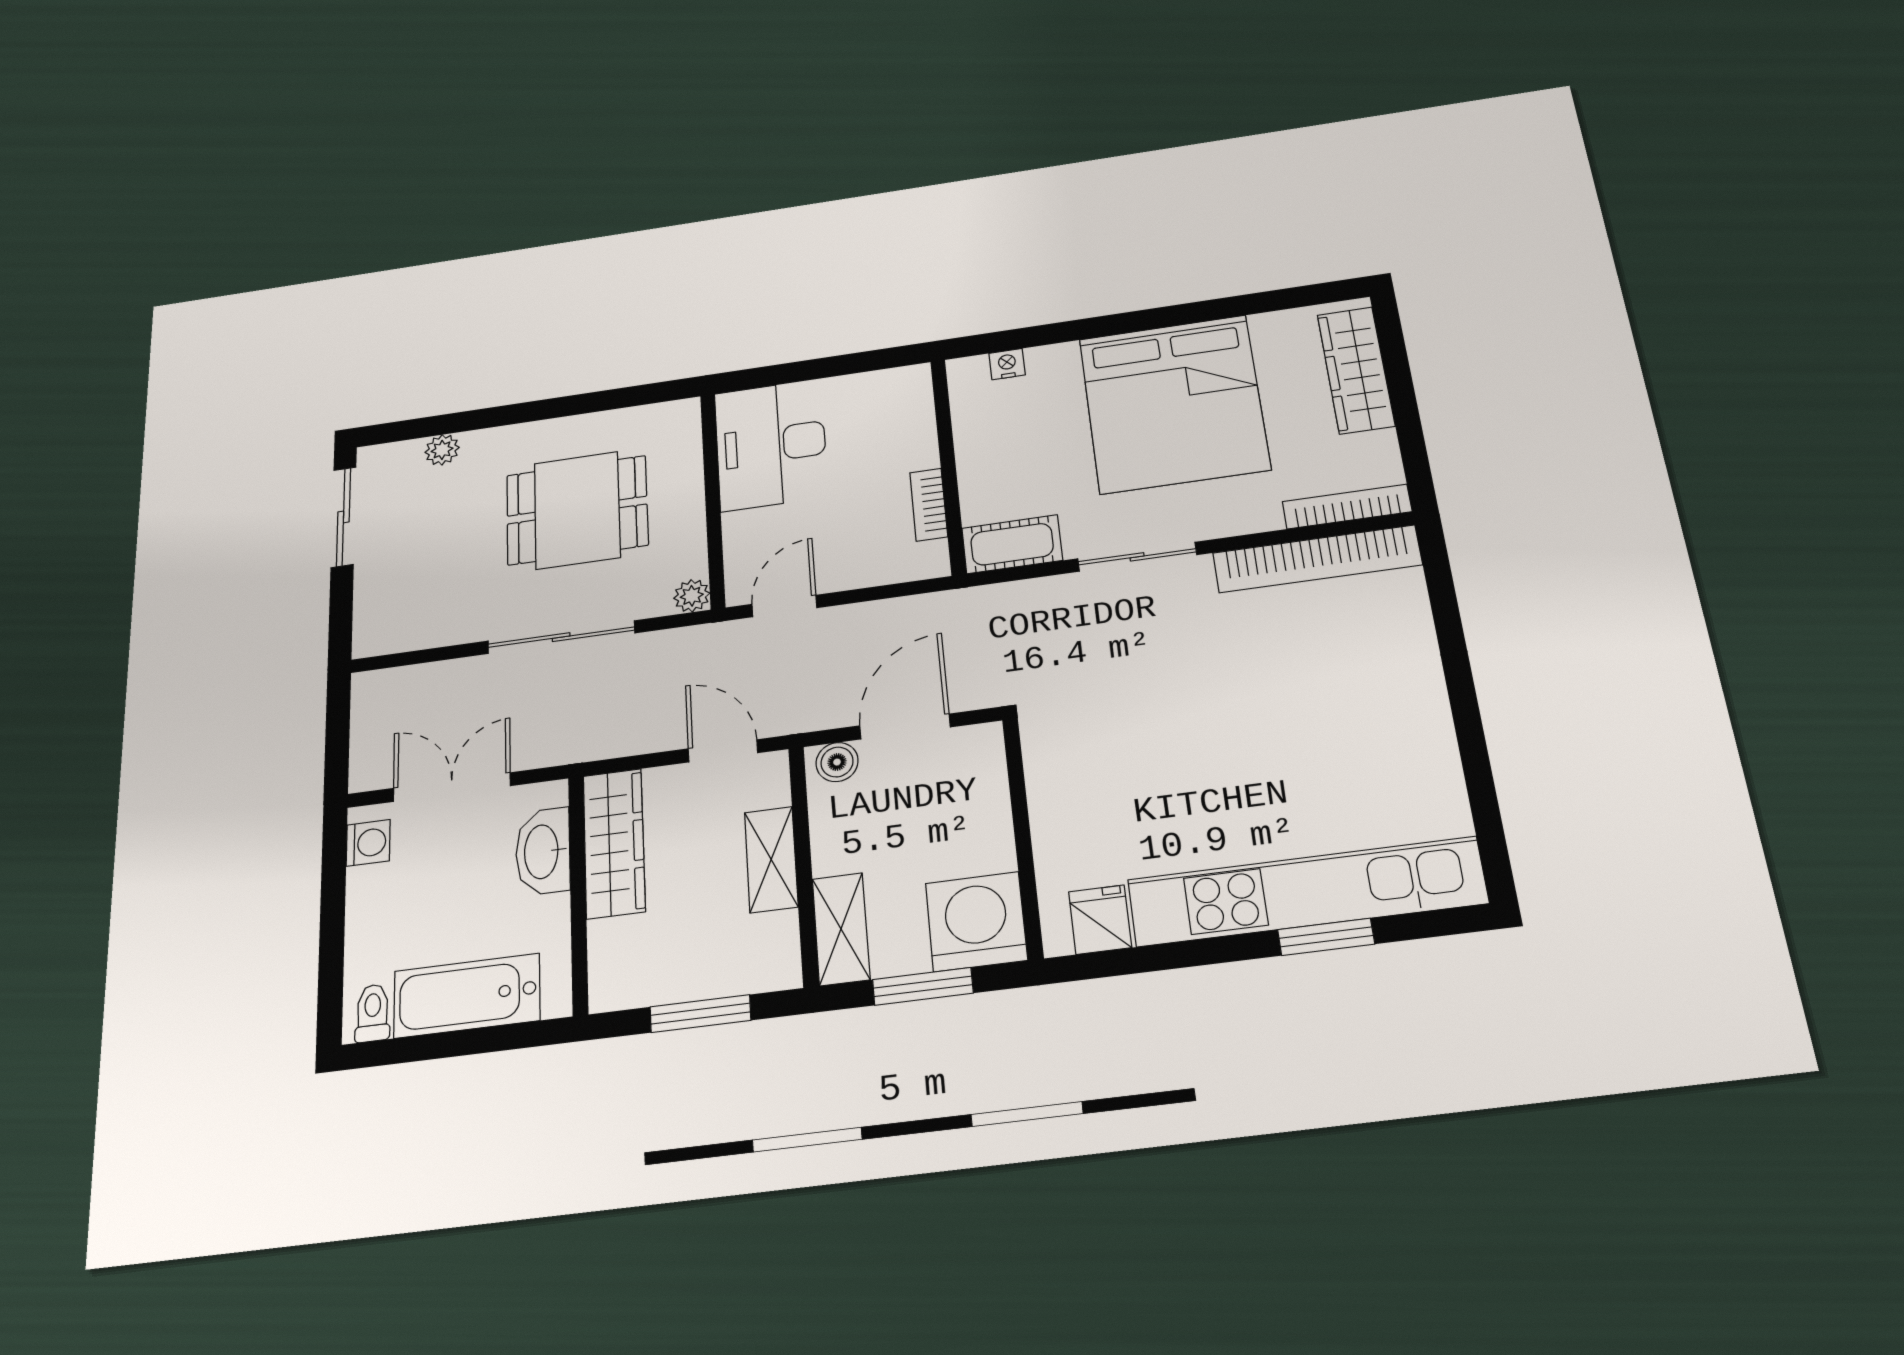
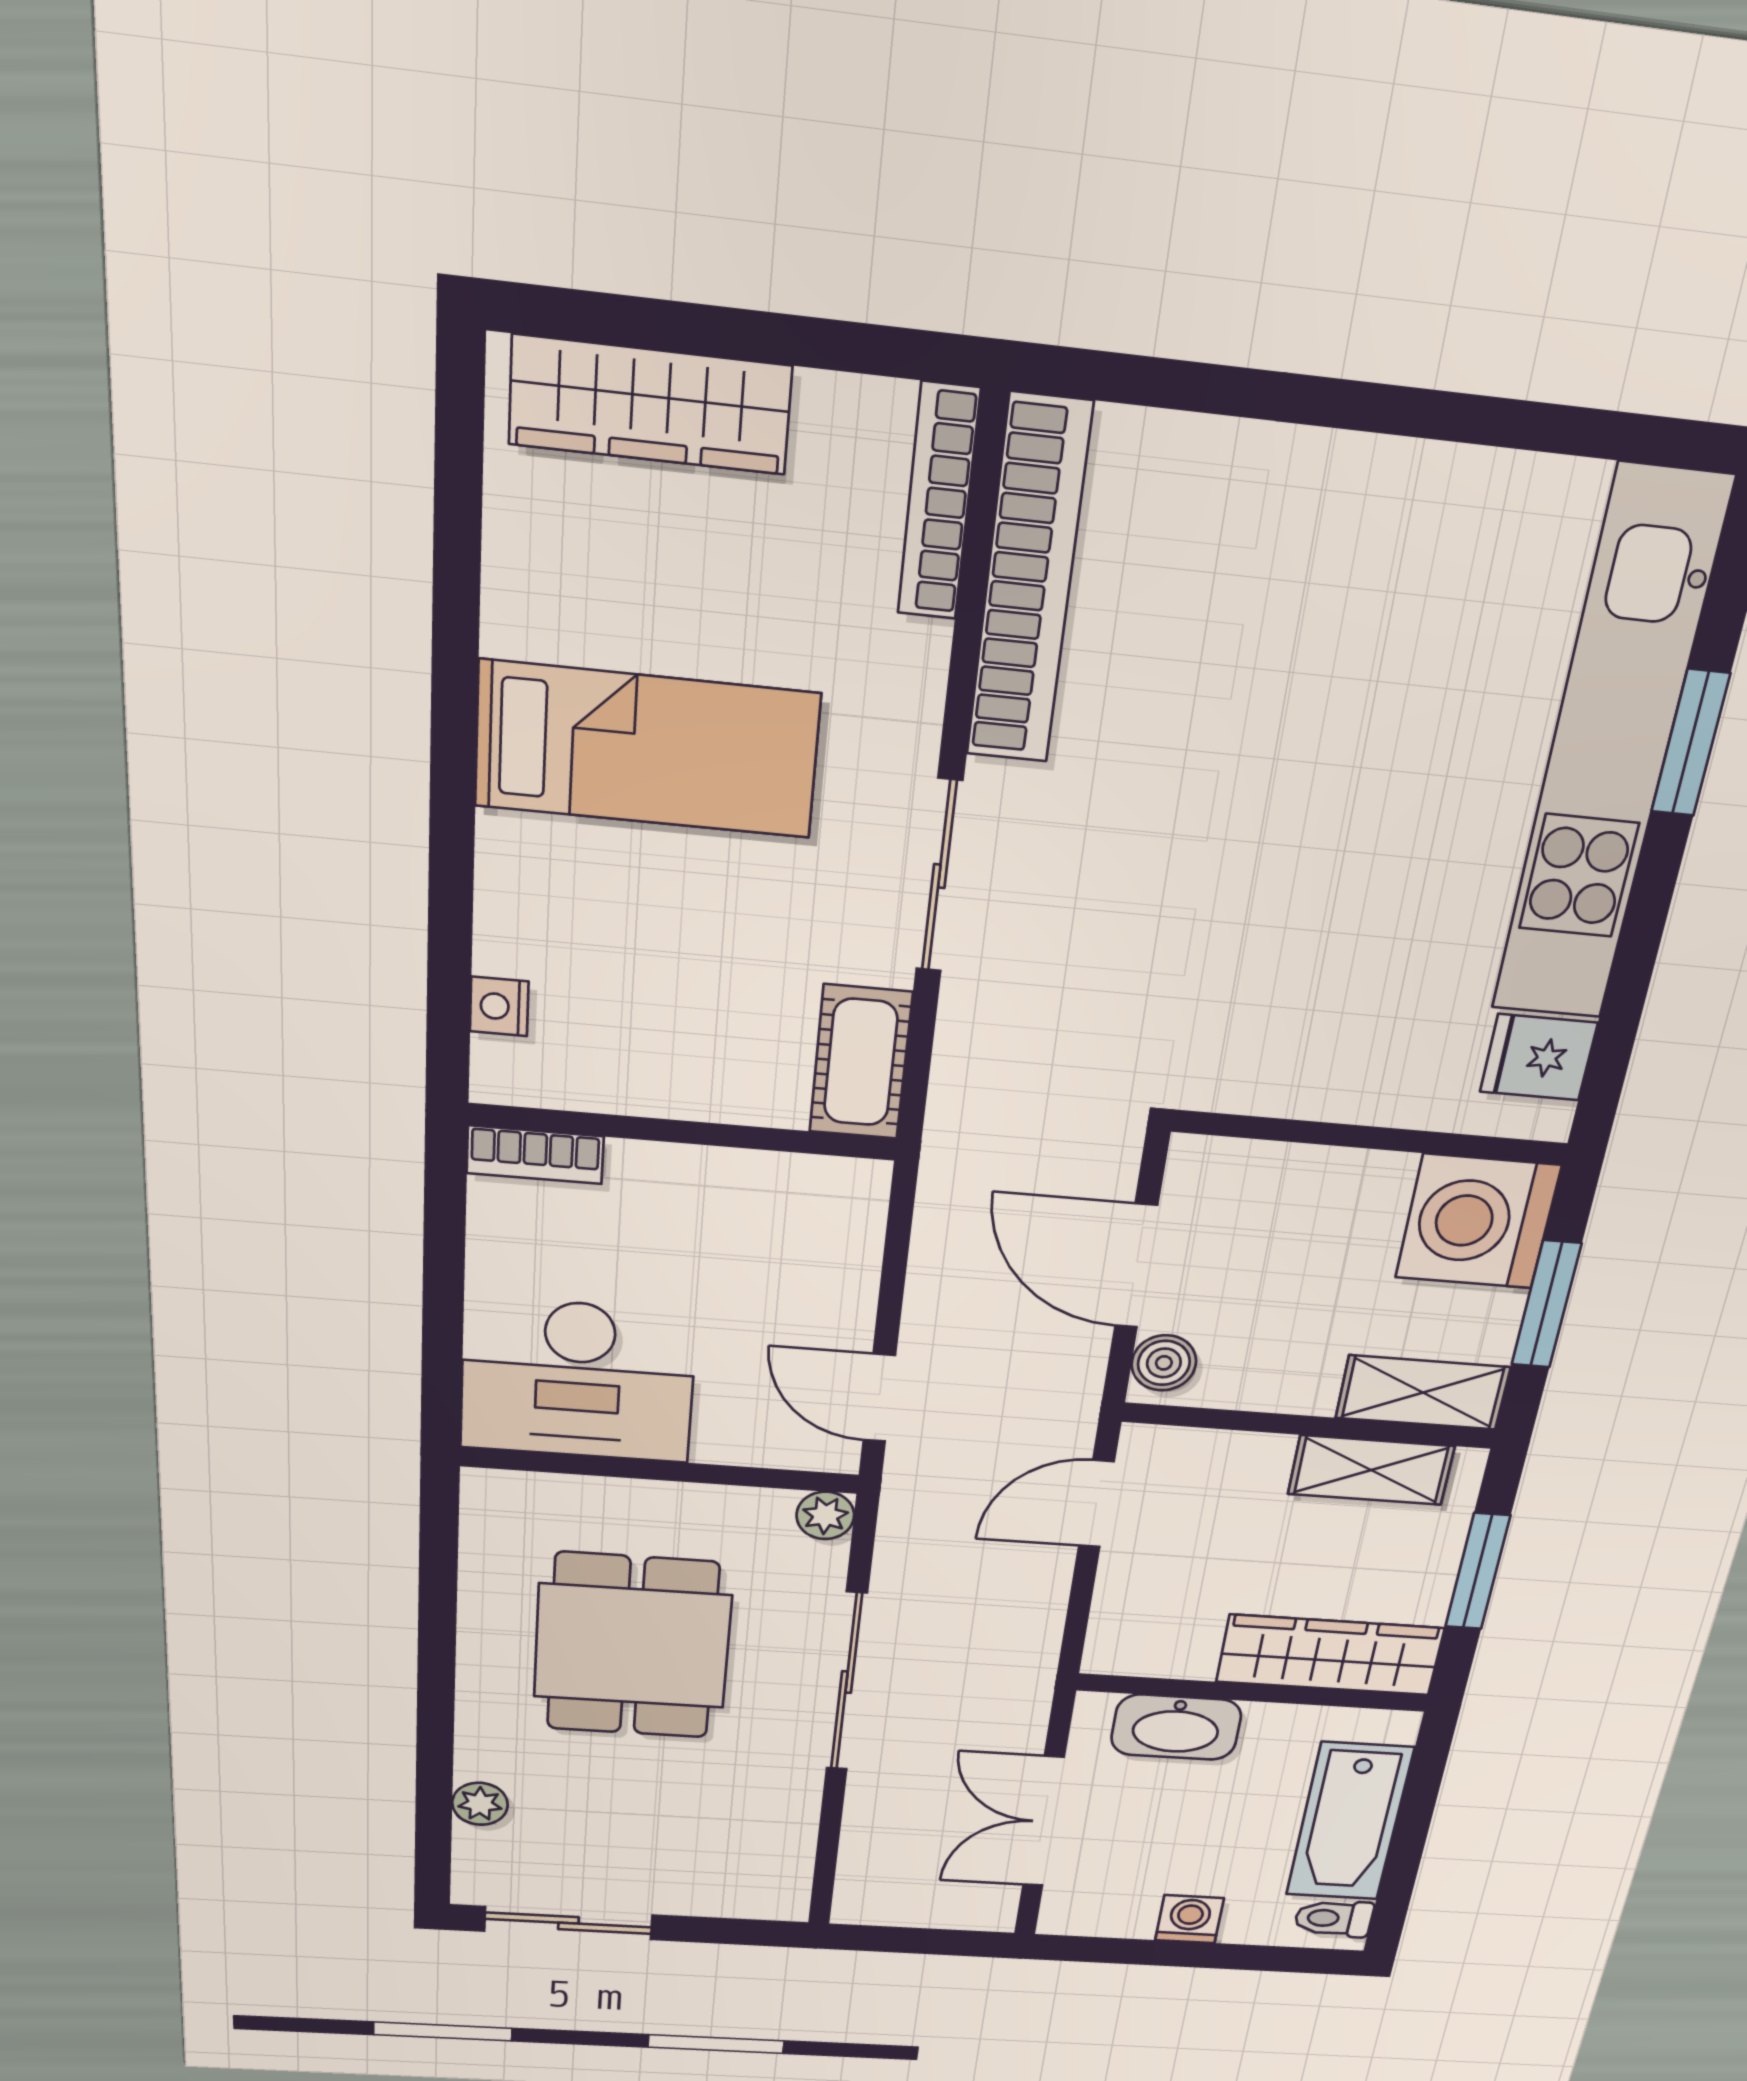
bed: (1174, 404) -> (647, 750), width x0.49
bookcase: (929, 505) -> (535, 1155), moved
washing machine: (368, 843) -> (1190, 1919), moved
wardrobe: (614, 843) -> (1330, 1655), moved
shelving: (771, 859) -> (1371, 1470), moved

